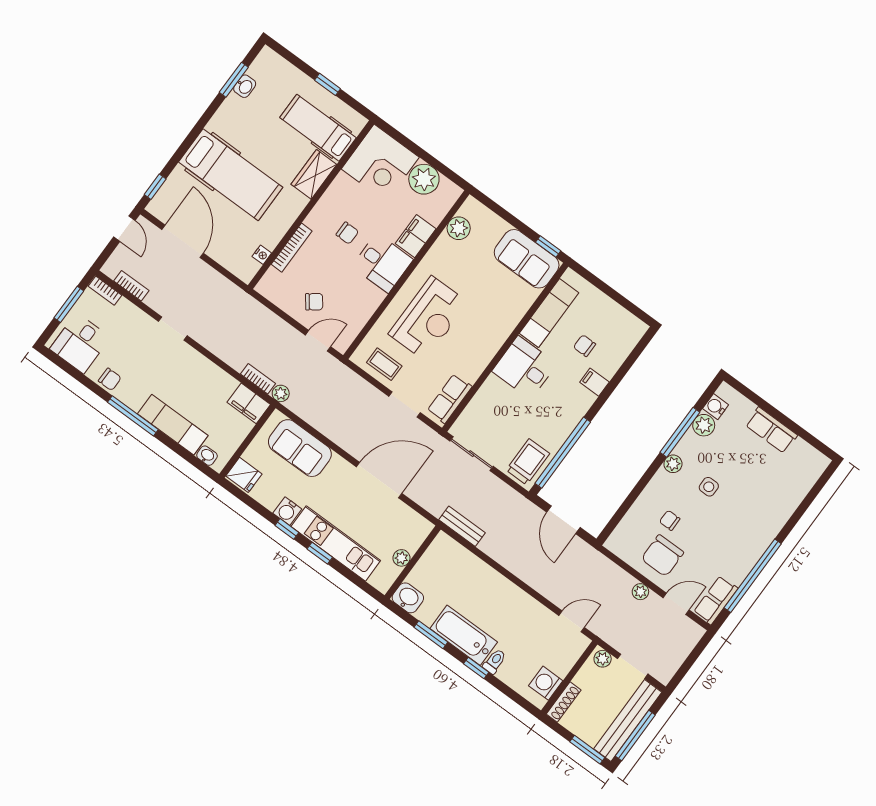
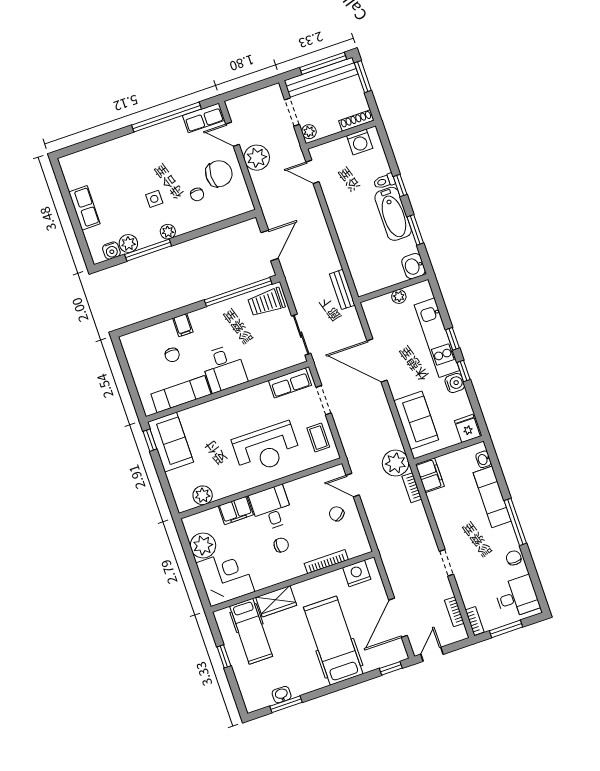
chair: (347, 233) -> (281, 545), turned 90
nightstand: (262, 255) -> (357, 573), width x1.89, depth x1.79
reception desk: (428, 318) -> (266, 448), turned 180
plant: (281, 393) -> (396, 463), width x1.88, depth x1.88
plant: (640, 592) -> (257, 158), width x1.88, depth x1.88

